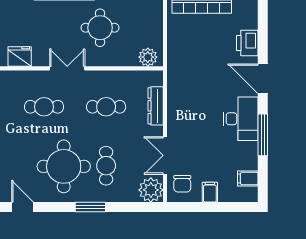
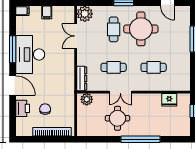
double door: (67, 68) -> (120, 92), moved
dresser: (156, 106) -> (82, 78), moved
desk: (241, 119) -> (30, 54), width x1.36, depth x1.30
double door: (165, 155) -> (76, 36), swing flipped
filing cabinet: (248, 179) -> (22, 11), moved
chair: (182, 184) -> (45, 109), moved

